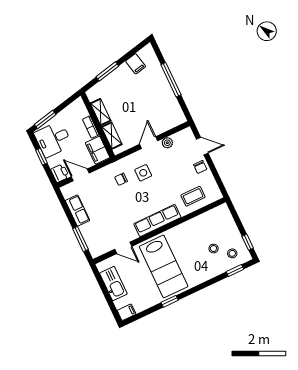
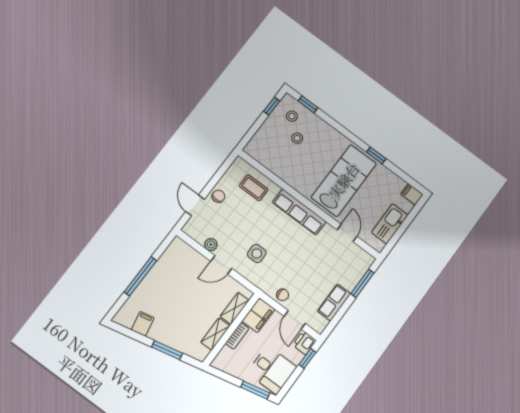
window: (41, 157) -> (307, 358), moved
chair: (121, 179) -> (283, 295), moved

